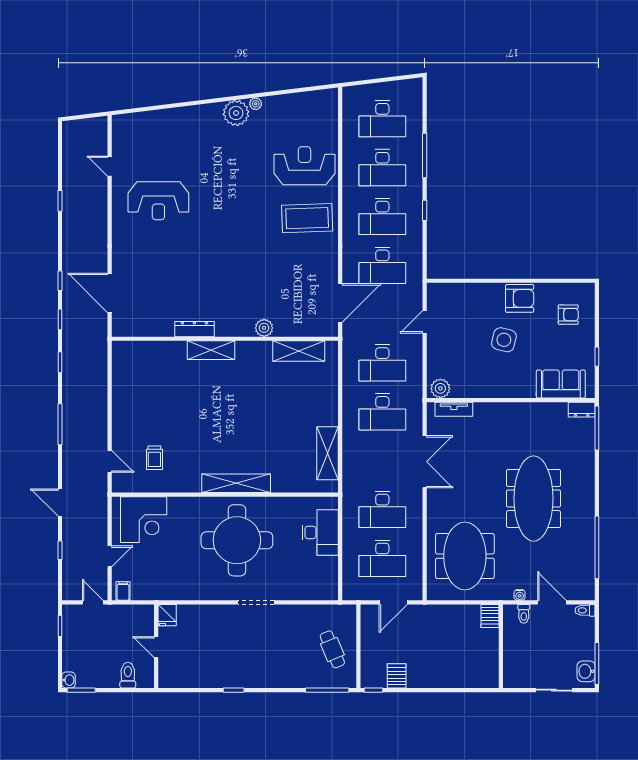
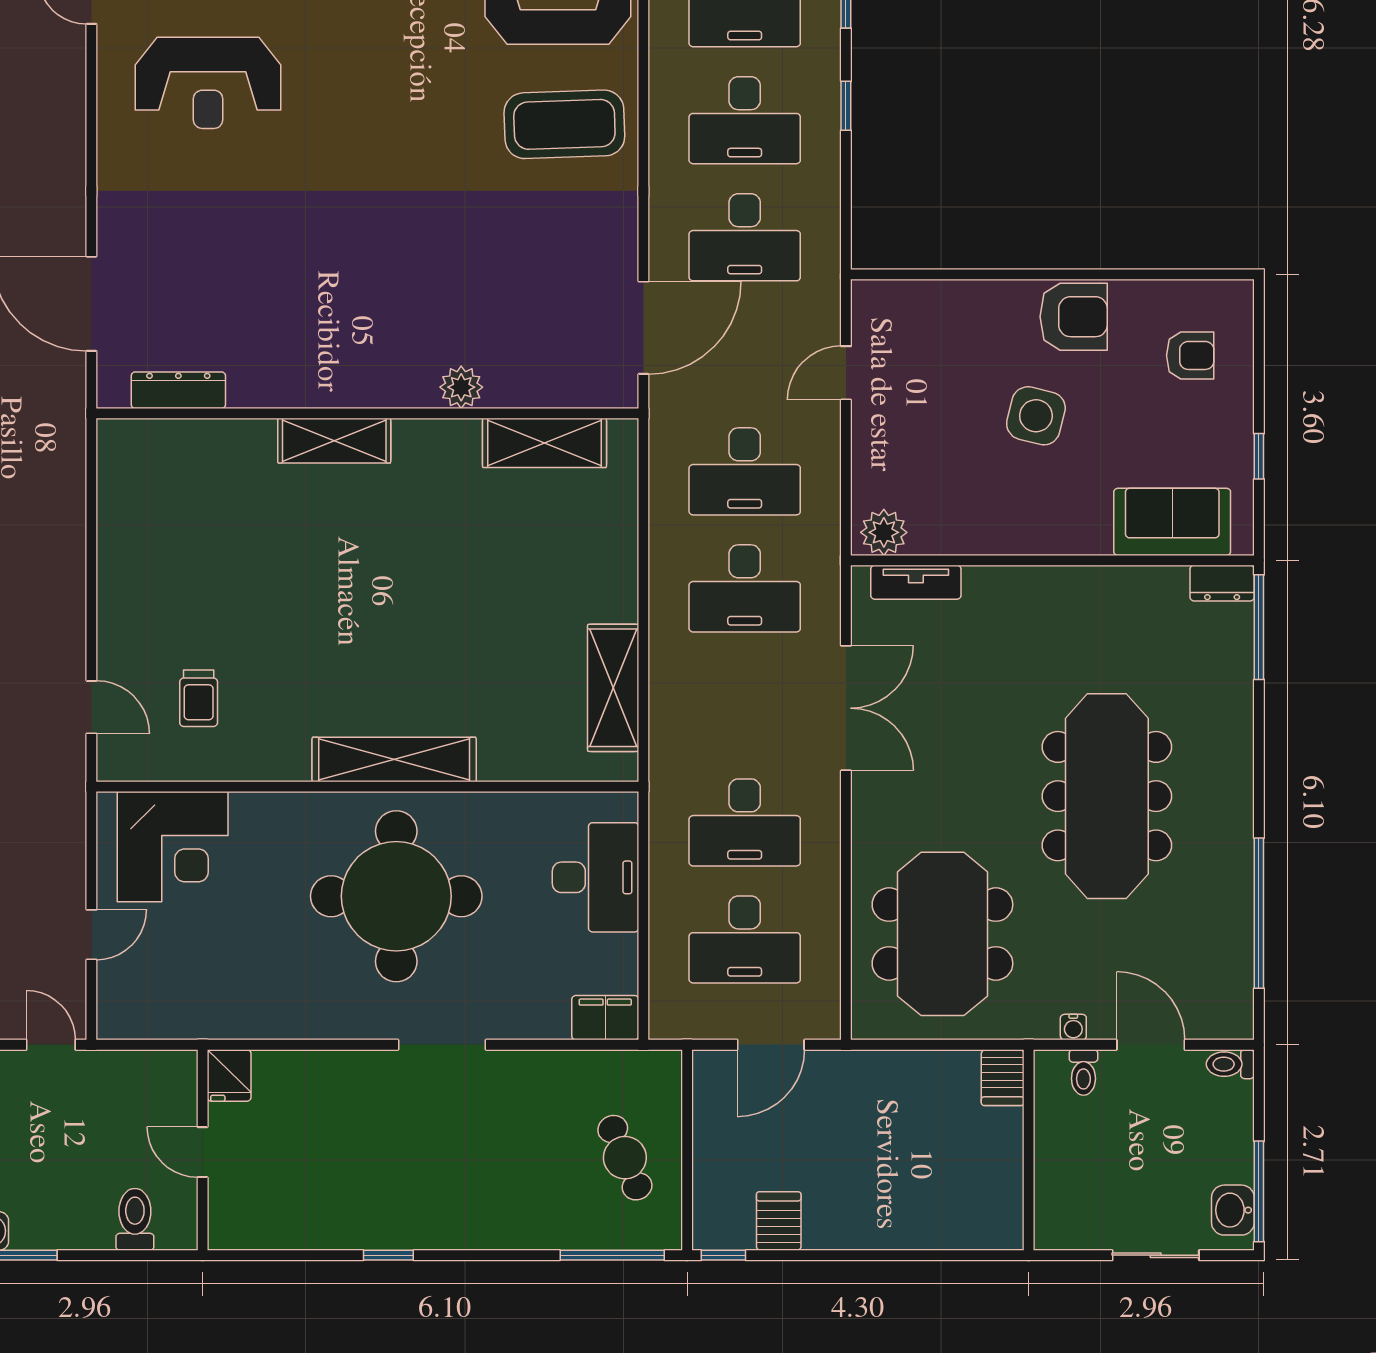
dresser: (194, 329) -> (178, 390), moved
filing cabinet: (123, 591) -> (605, 1018), moved, width x2.00

